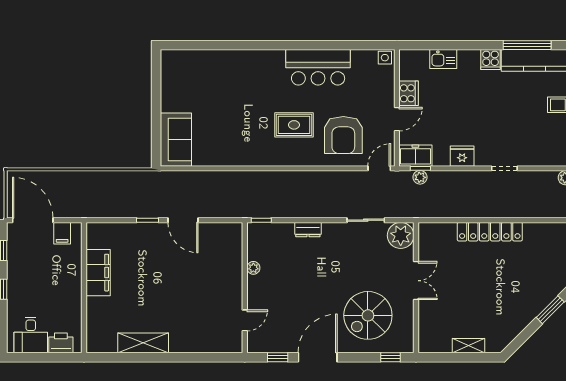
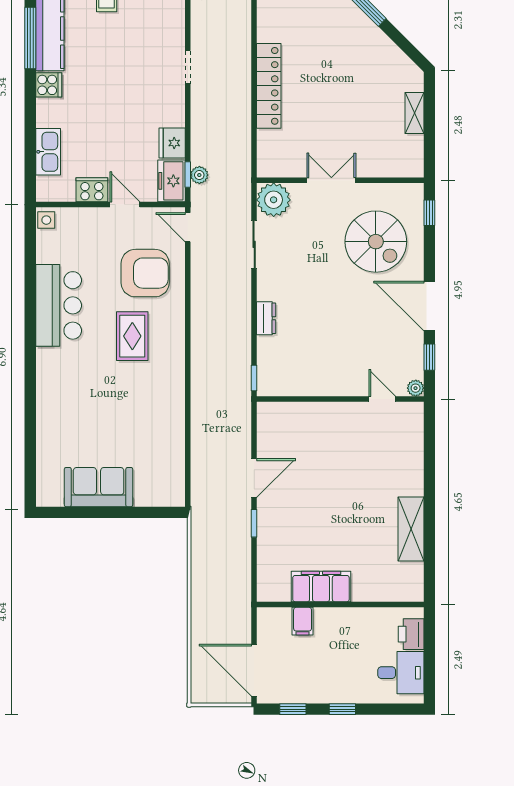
kitchen sink: (443, 59) -> (48, 152), width x1.38
sofa: (176, 140) -> (99, 487), moved
fridge: (462, 156) -> (172, 143), moved
door: (33, 220) -> (254, 670), hinge flipped
filing cabinet: (62, 233) -> (303, 621), moved, turned 90
plant: (253, 268) -> (416, 388), moved

